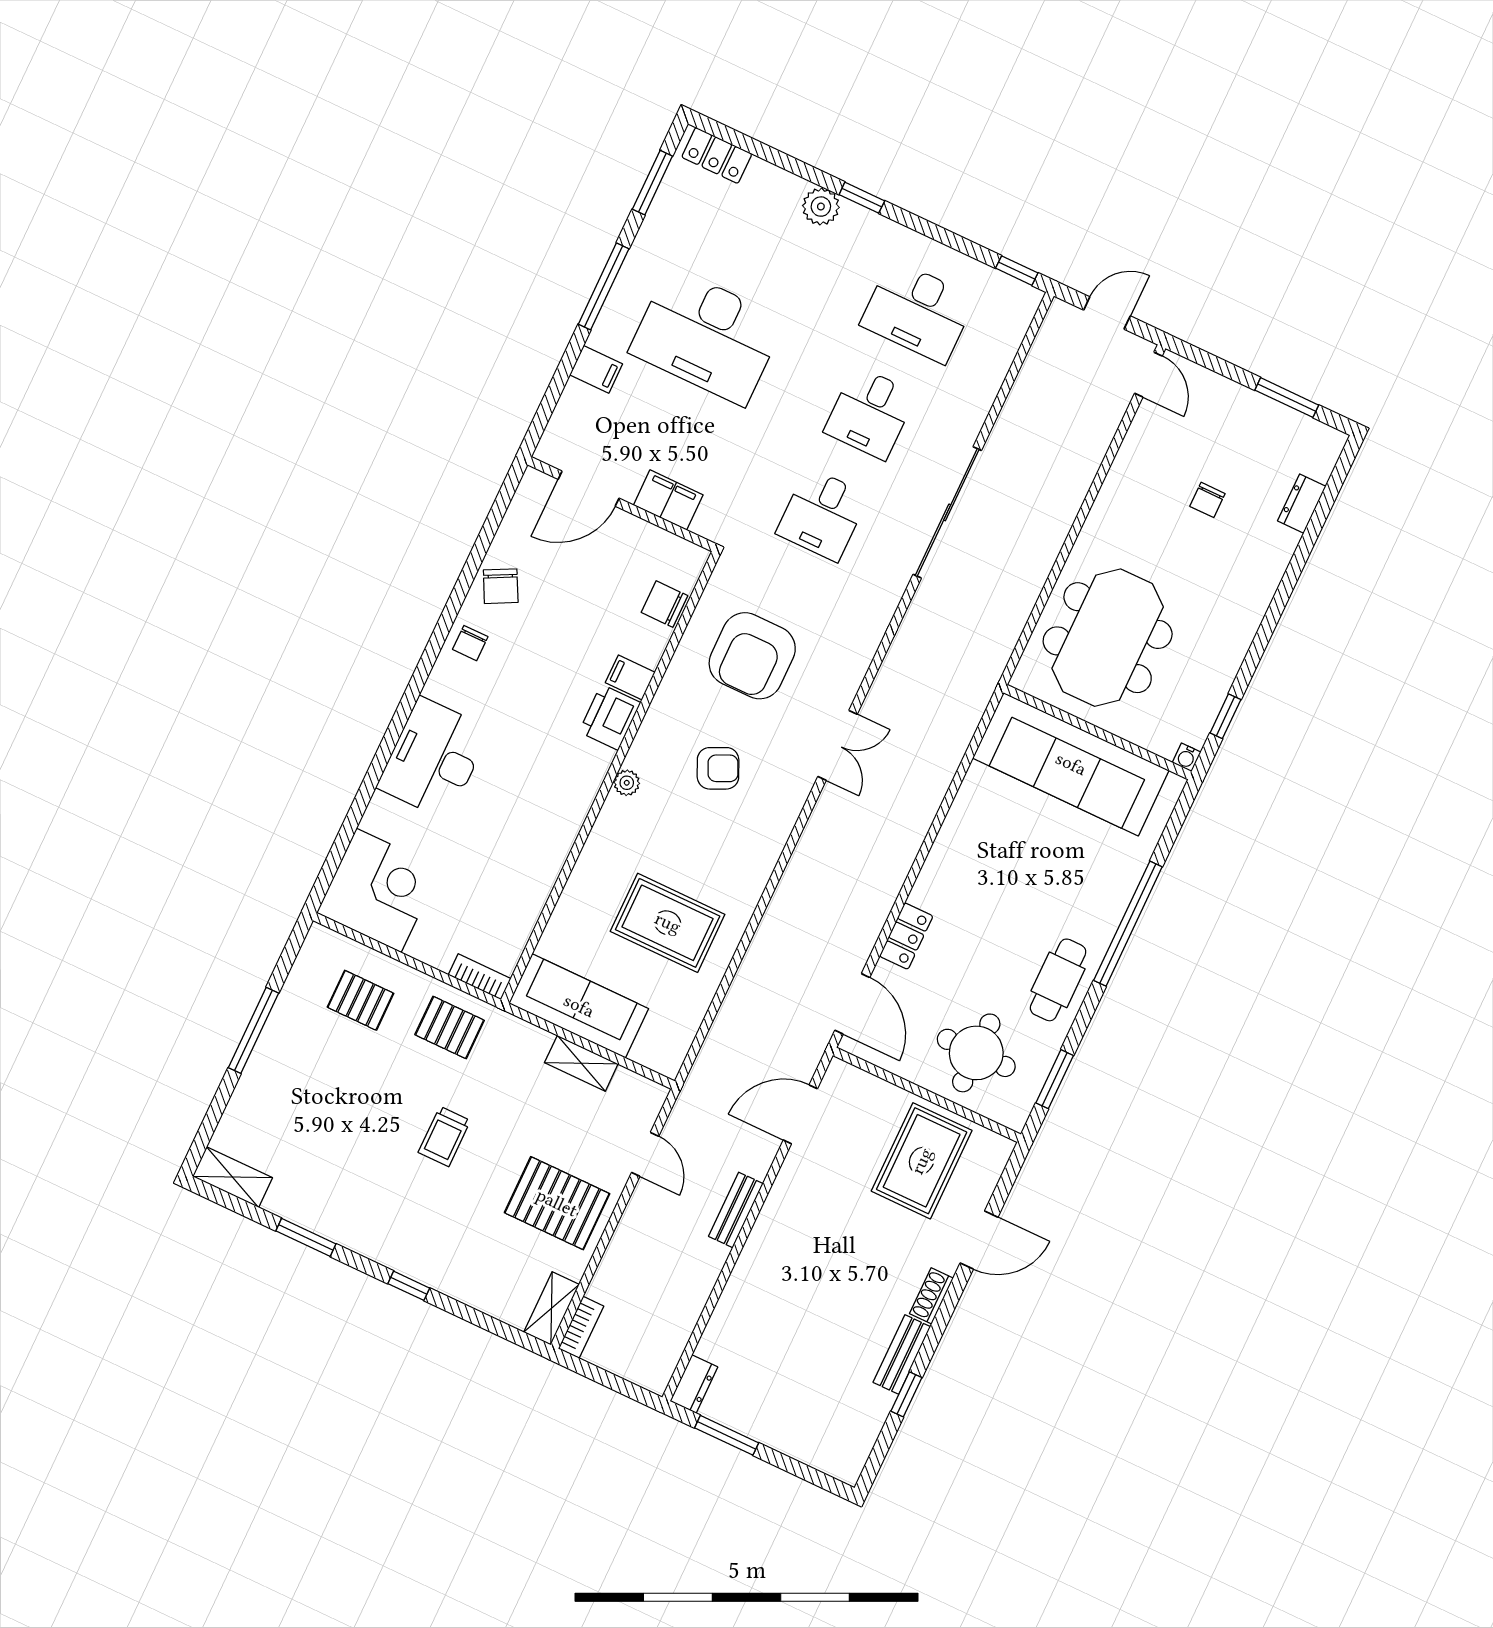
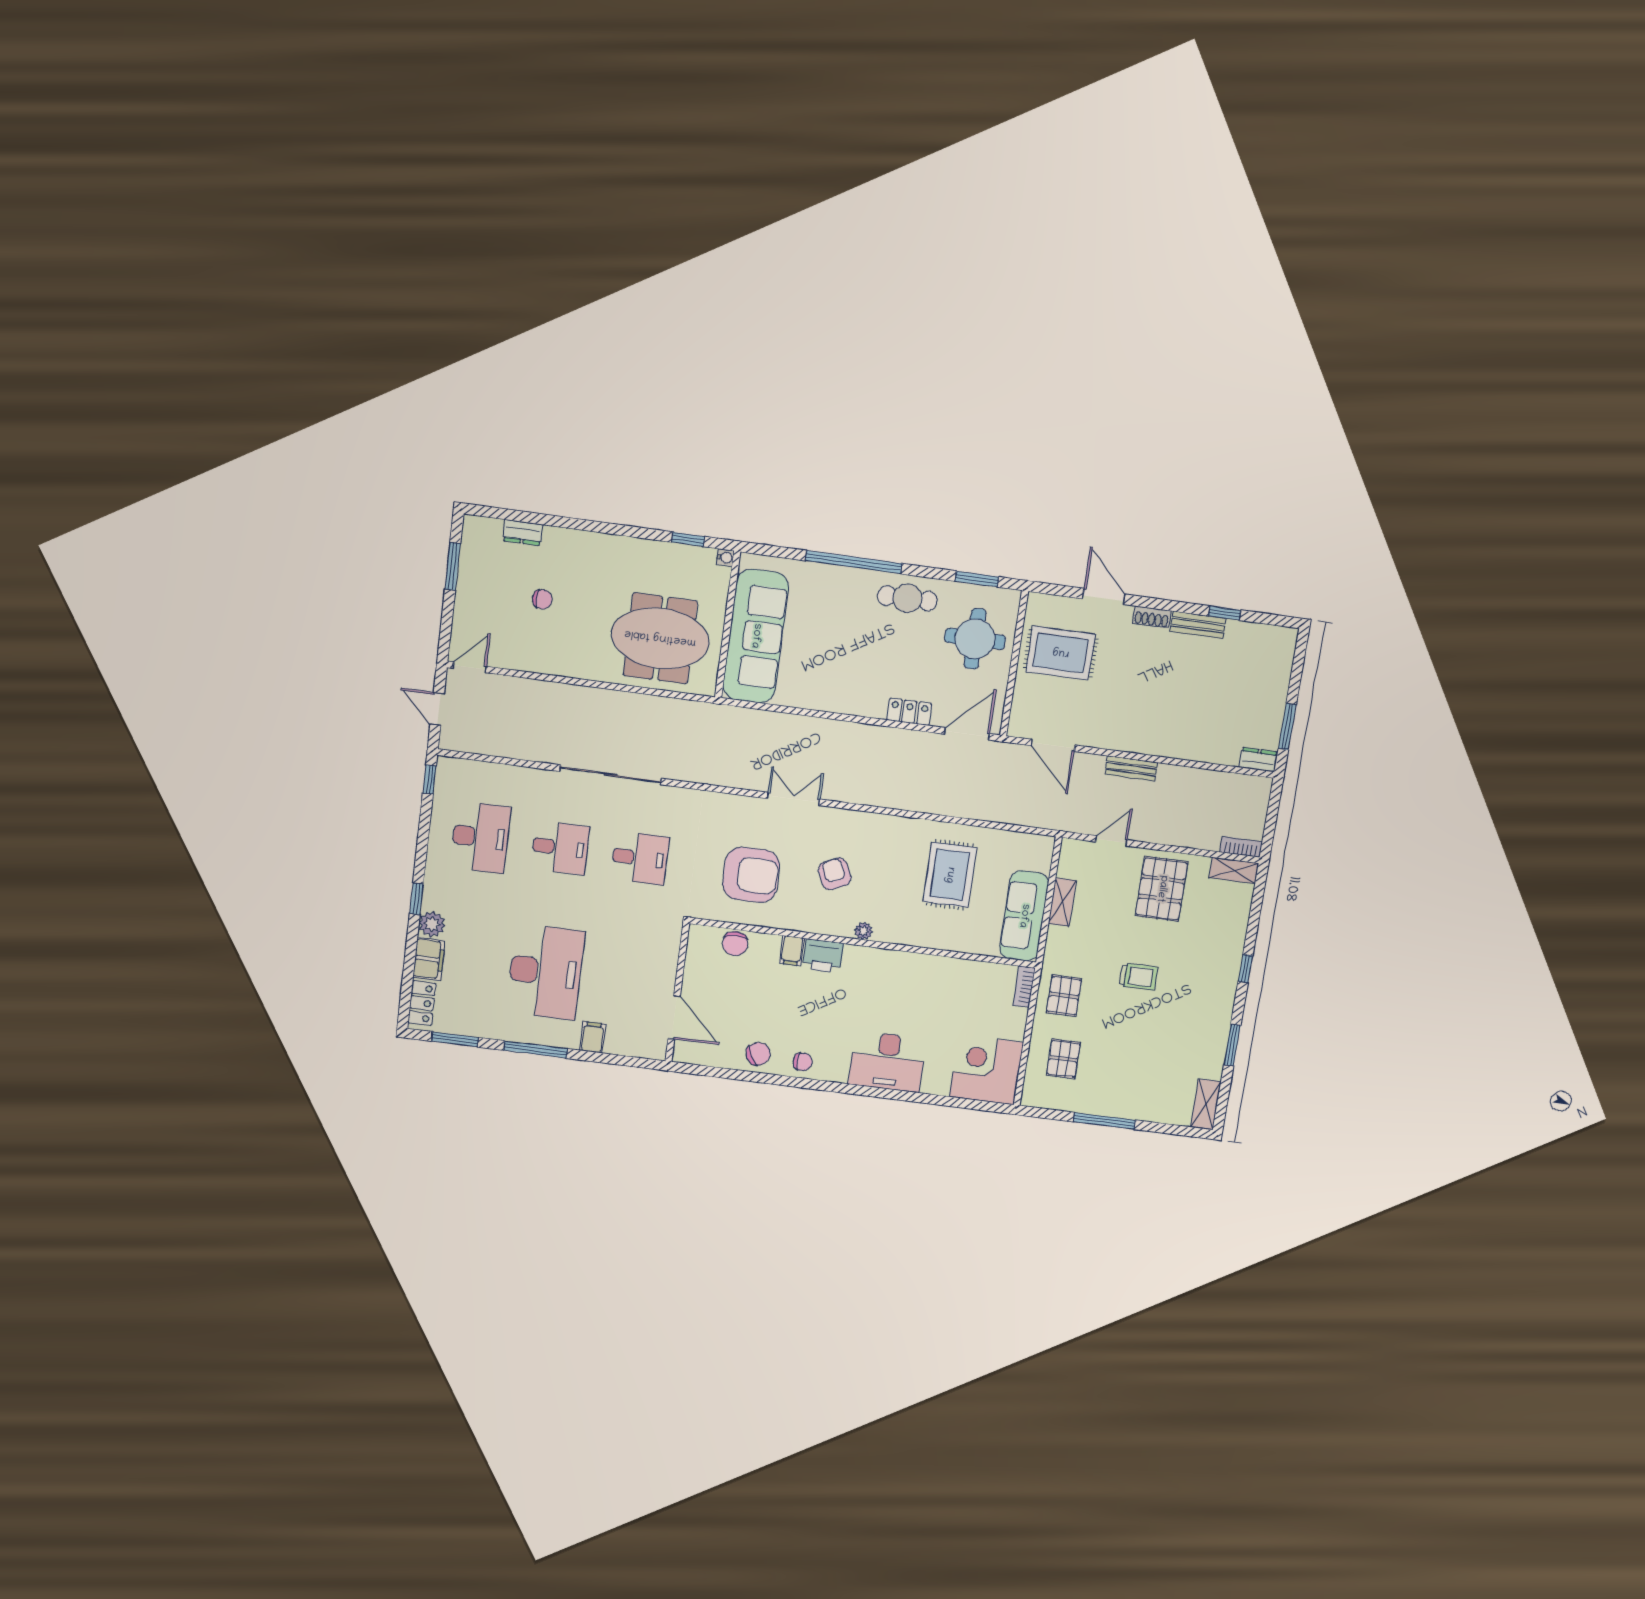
filing cabinet: (668, 500) -> (429, 959), moved, turned 180

